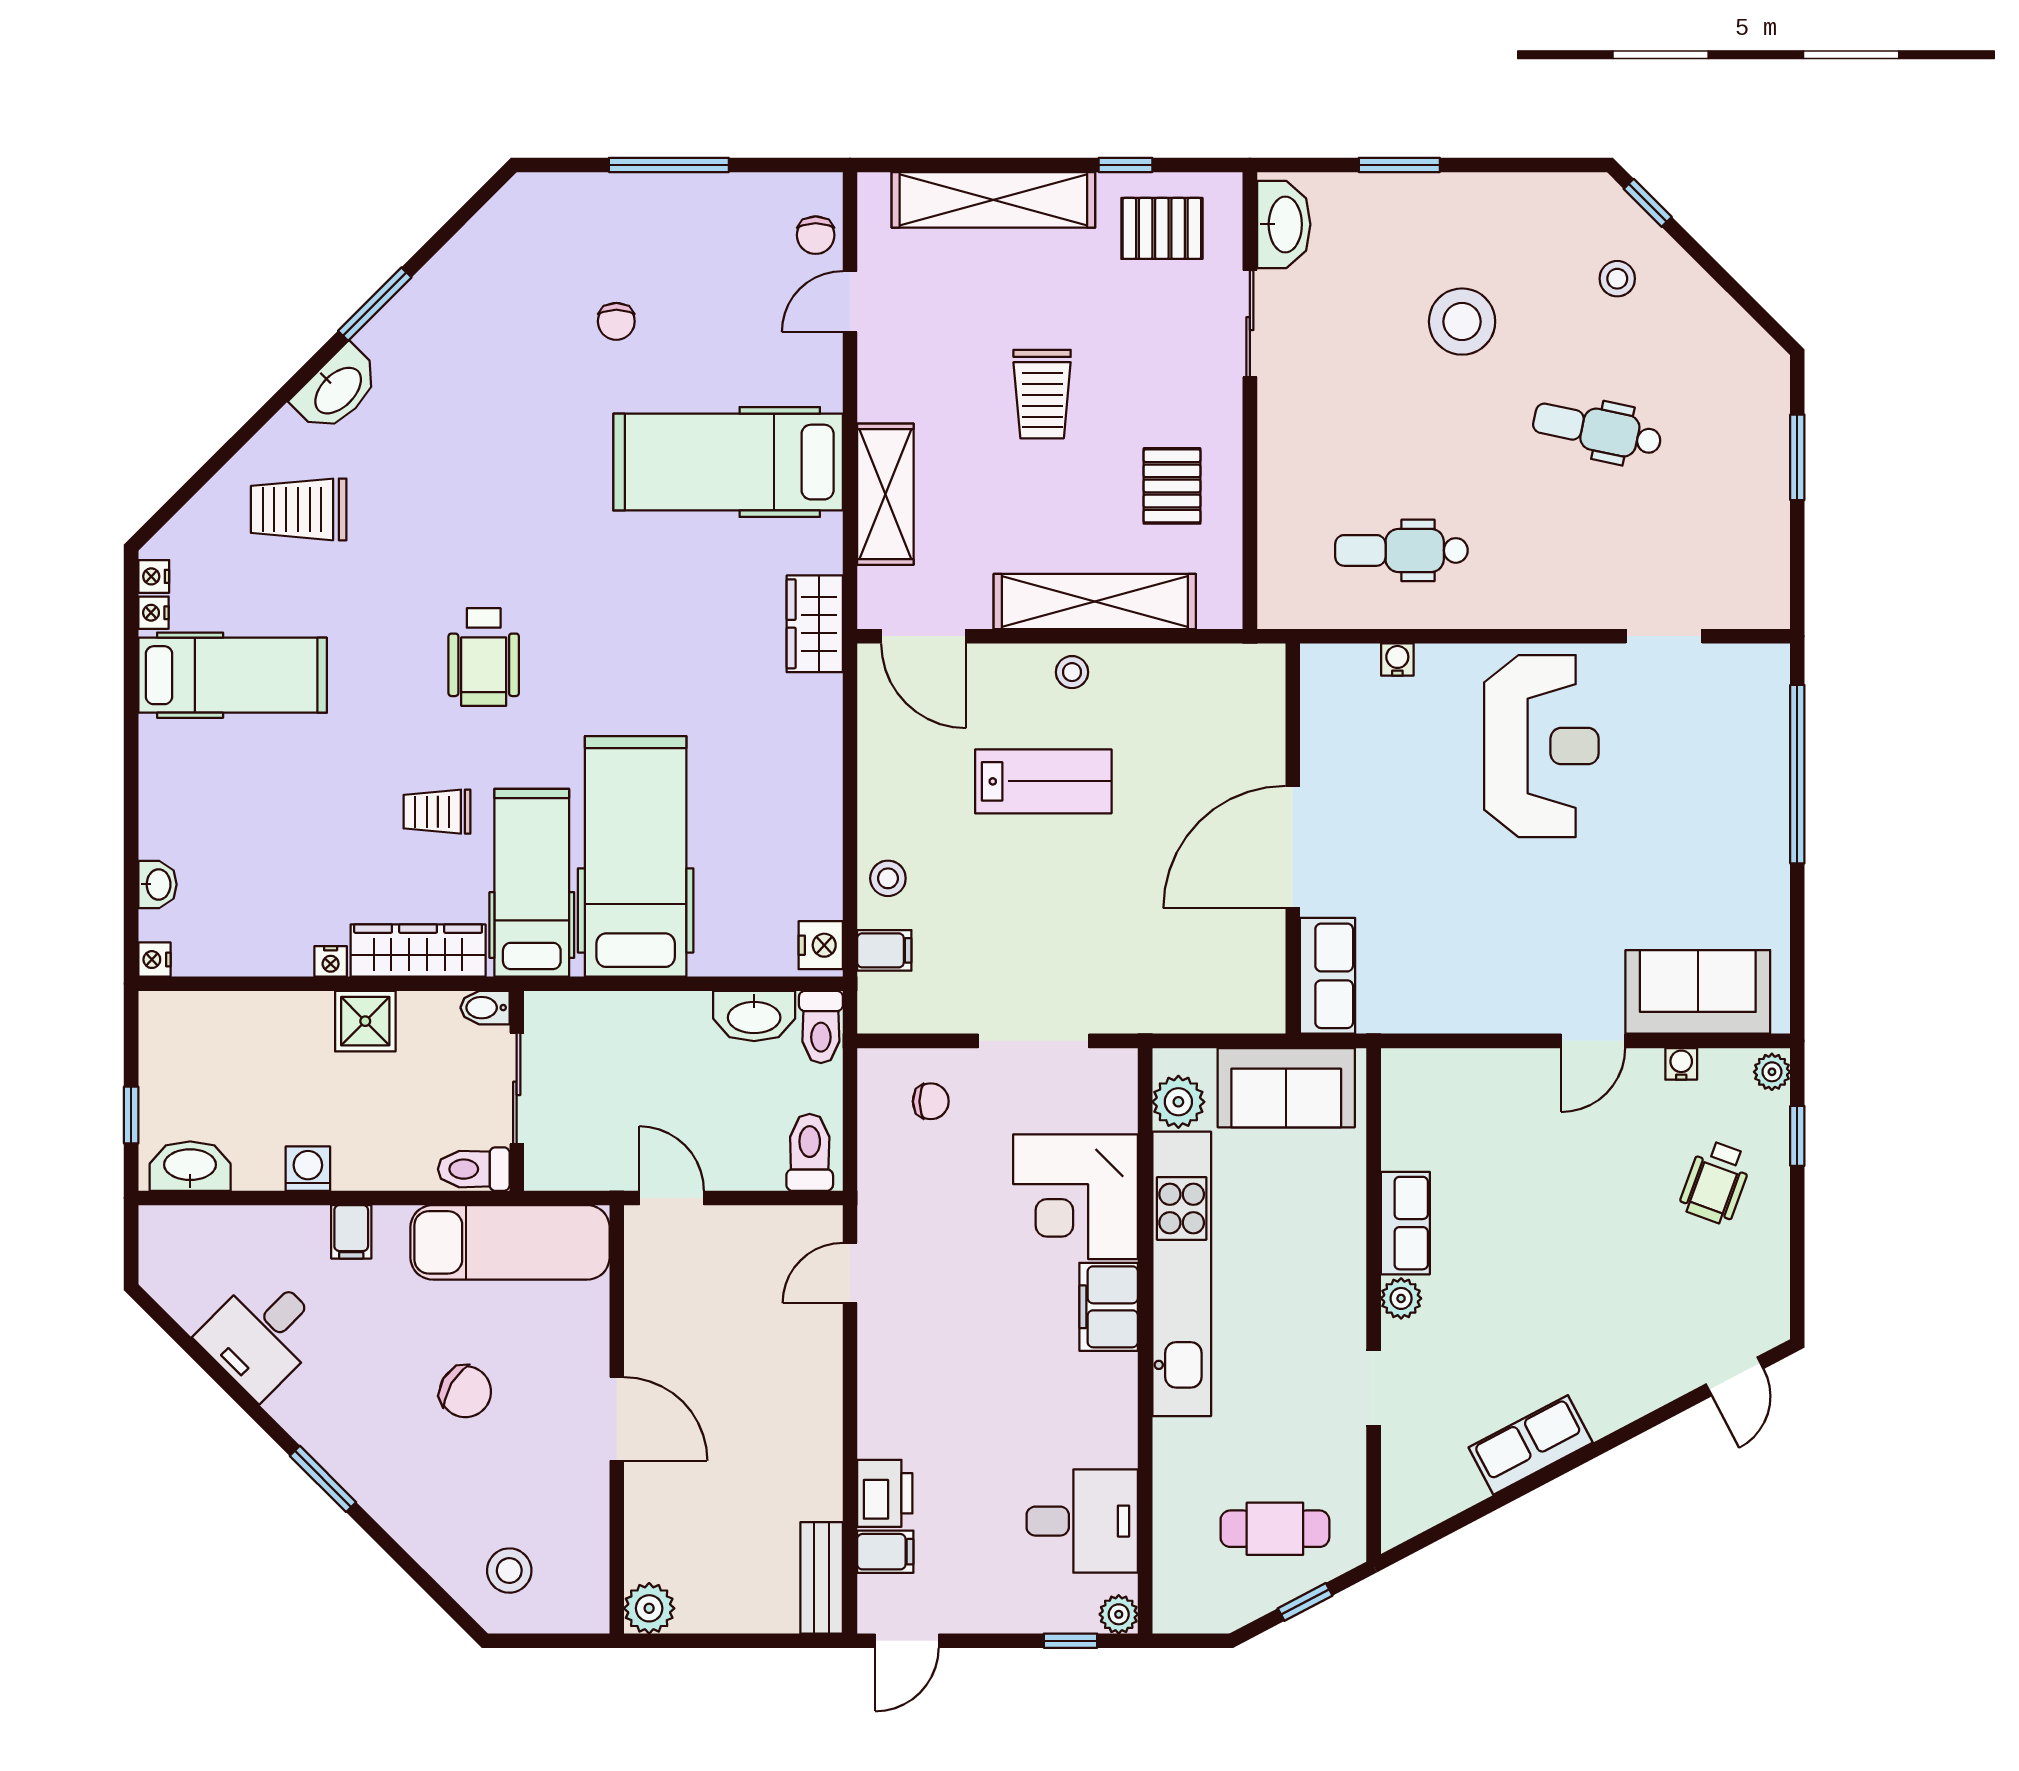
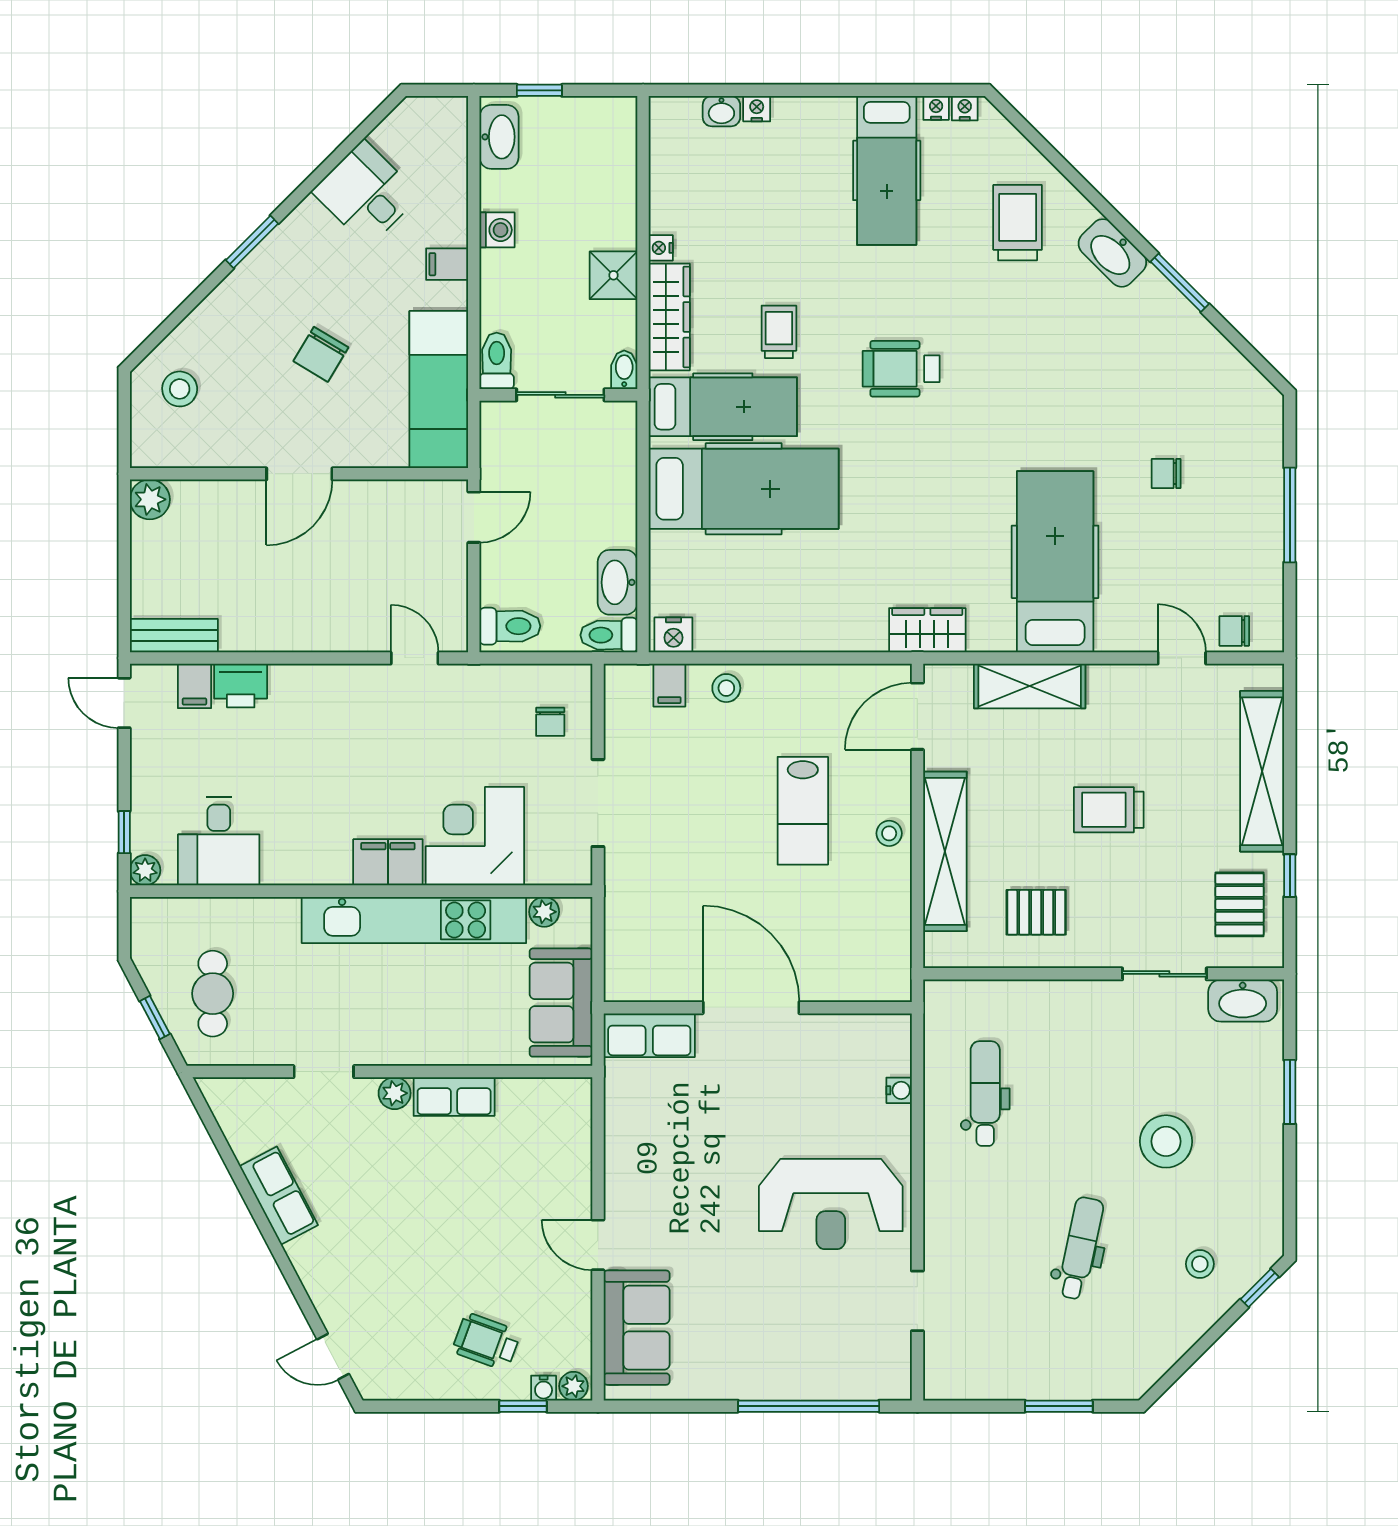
nightstand: (154, 960) -> (757, 109), moved
water cooler: (1681, 1064) -> (544, 1388), moved, turned 90
plant: (1178, 1102) -> (544, 912), width x0.73, depth x0.73

